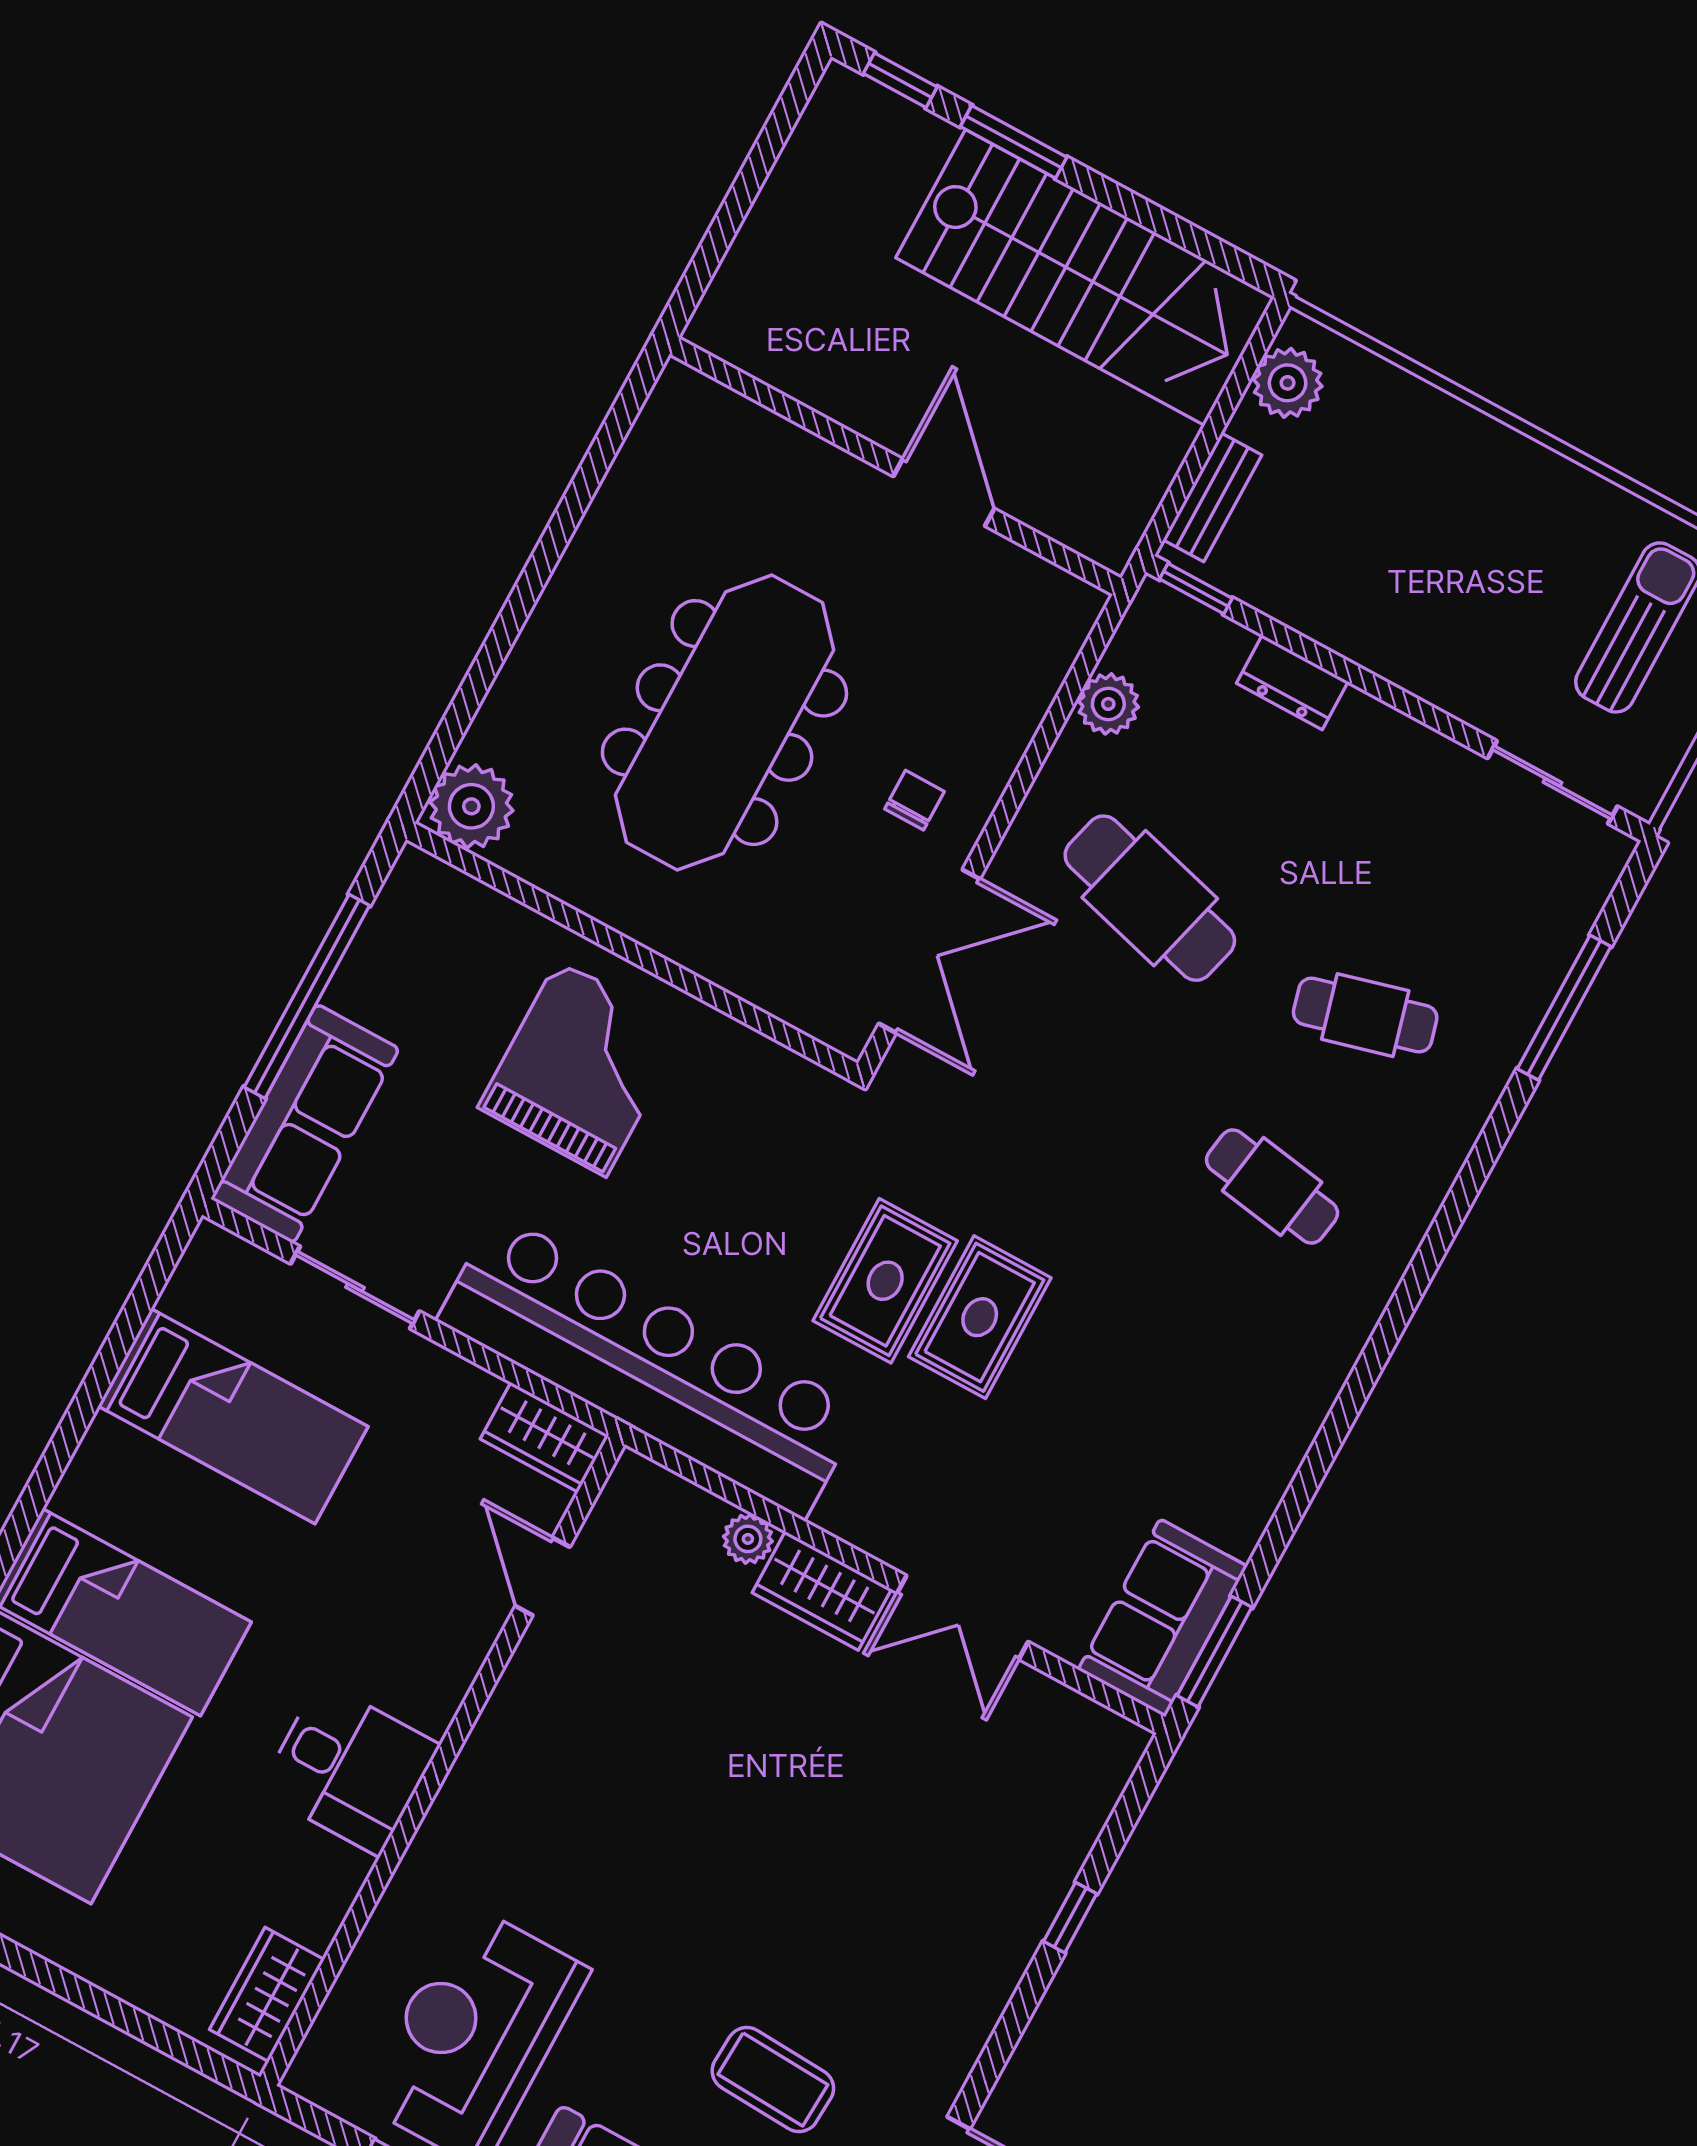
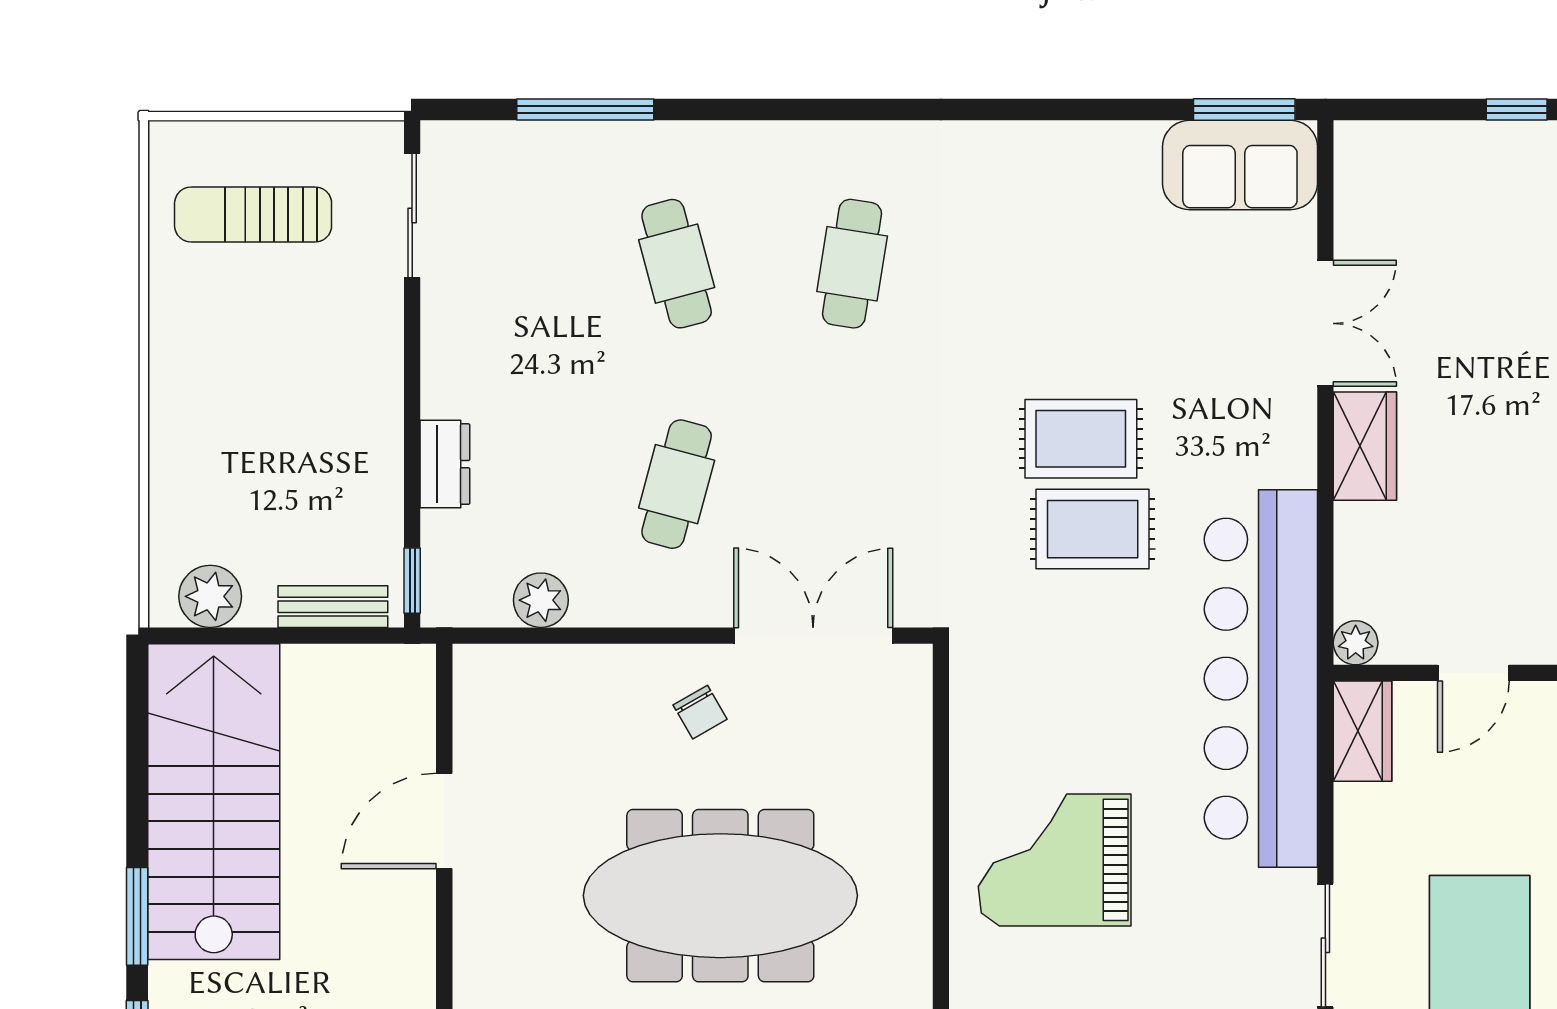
chair: (915, 800) -> (700, 712), turned -120
cafe table: (1150, 898) -> (677, 484), width x0.73, depth x0.74
plant: (748, 1539) -> (1356, 643), moved

